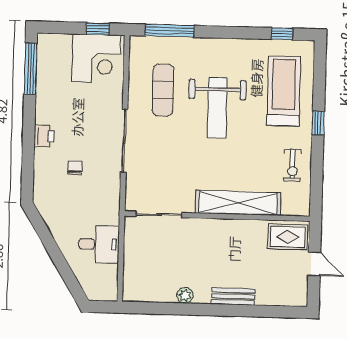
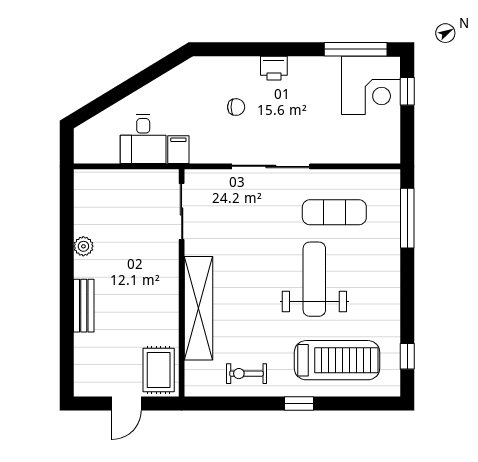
window: (98, 29) -> (407, 91), moved
corner desk: (97, 58) -> (371, 85), moved, turned -90
weight bench: (217, 108) -> (314, 279), turned 90
filing cabinet: (108, 216) -> (178, 150), added

